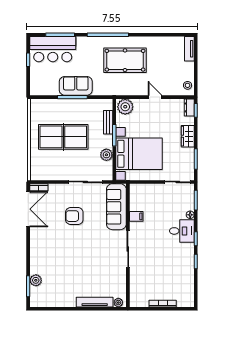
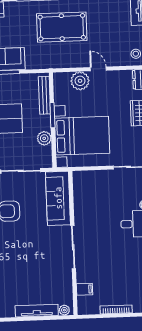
plant: (125, 107) -> (80, 81), moved
bench: (108, 122) -> (44, 95), width x1.36
filing cabinet: (136, 216) -> (85, 289), moved

